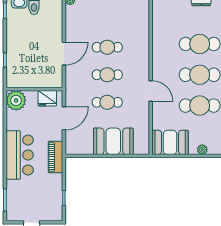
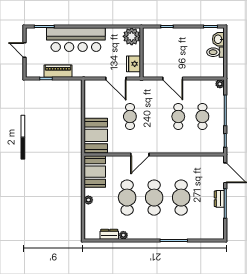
cafe table: (107, 75) -> (202, 116), moved
booth: (113, 141) -> (96, 135), moved
bar counter: (20, 155) -> (76, 40), width x1.36
piano: (55, 157) -> (58, 71), moved

